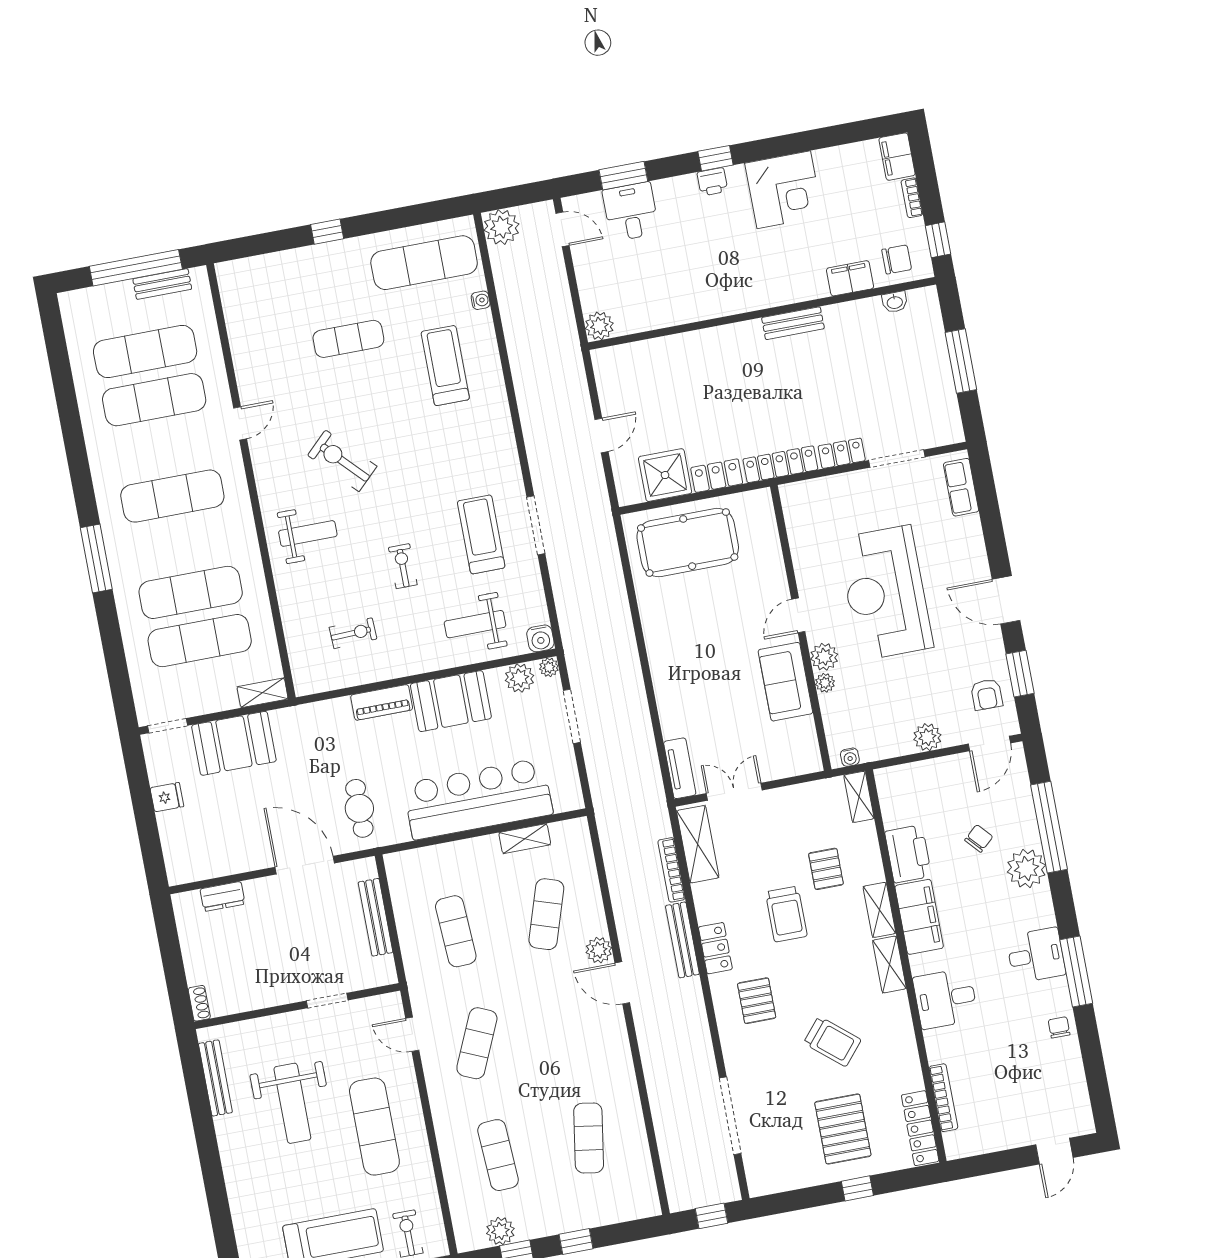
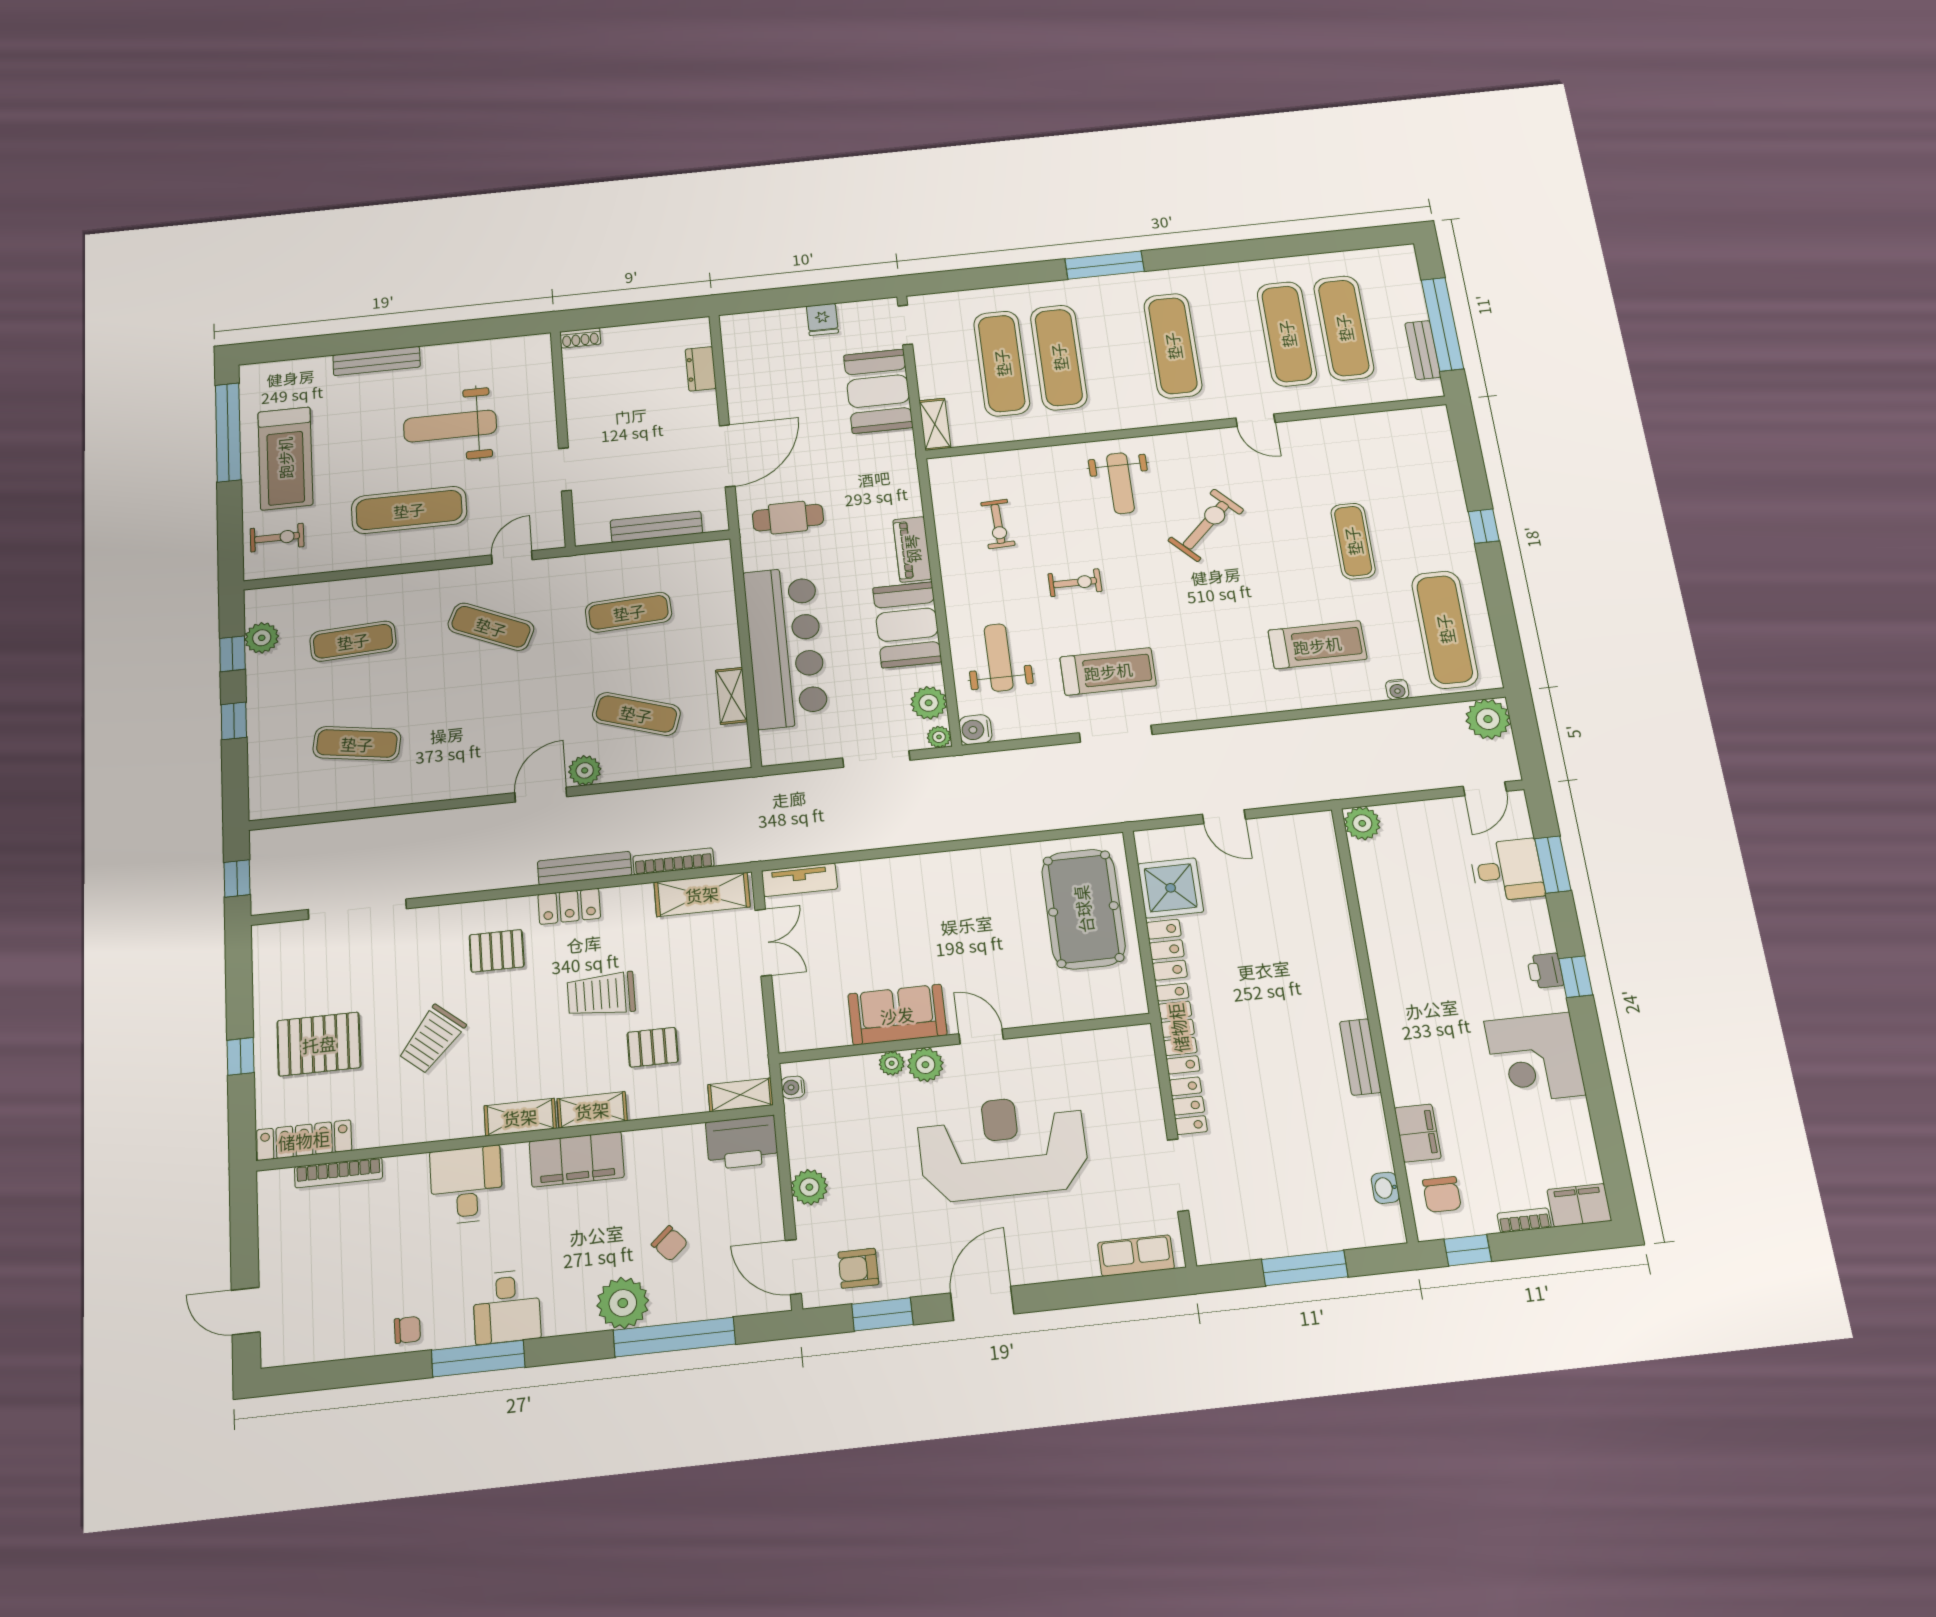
printer: (908, 854) -> (742, 1142), moved
bench: (215, 1078) -> (377, 361), moved

